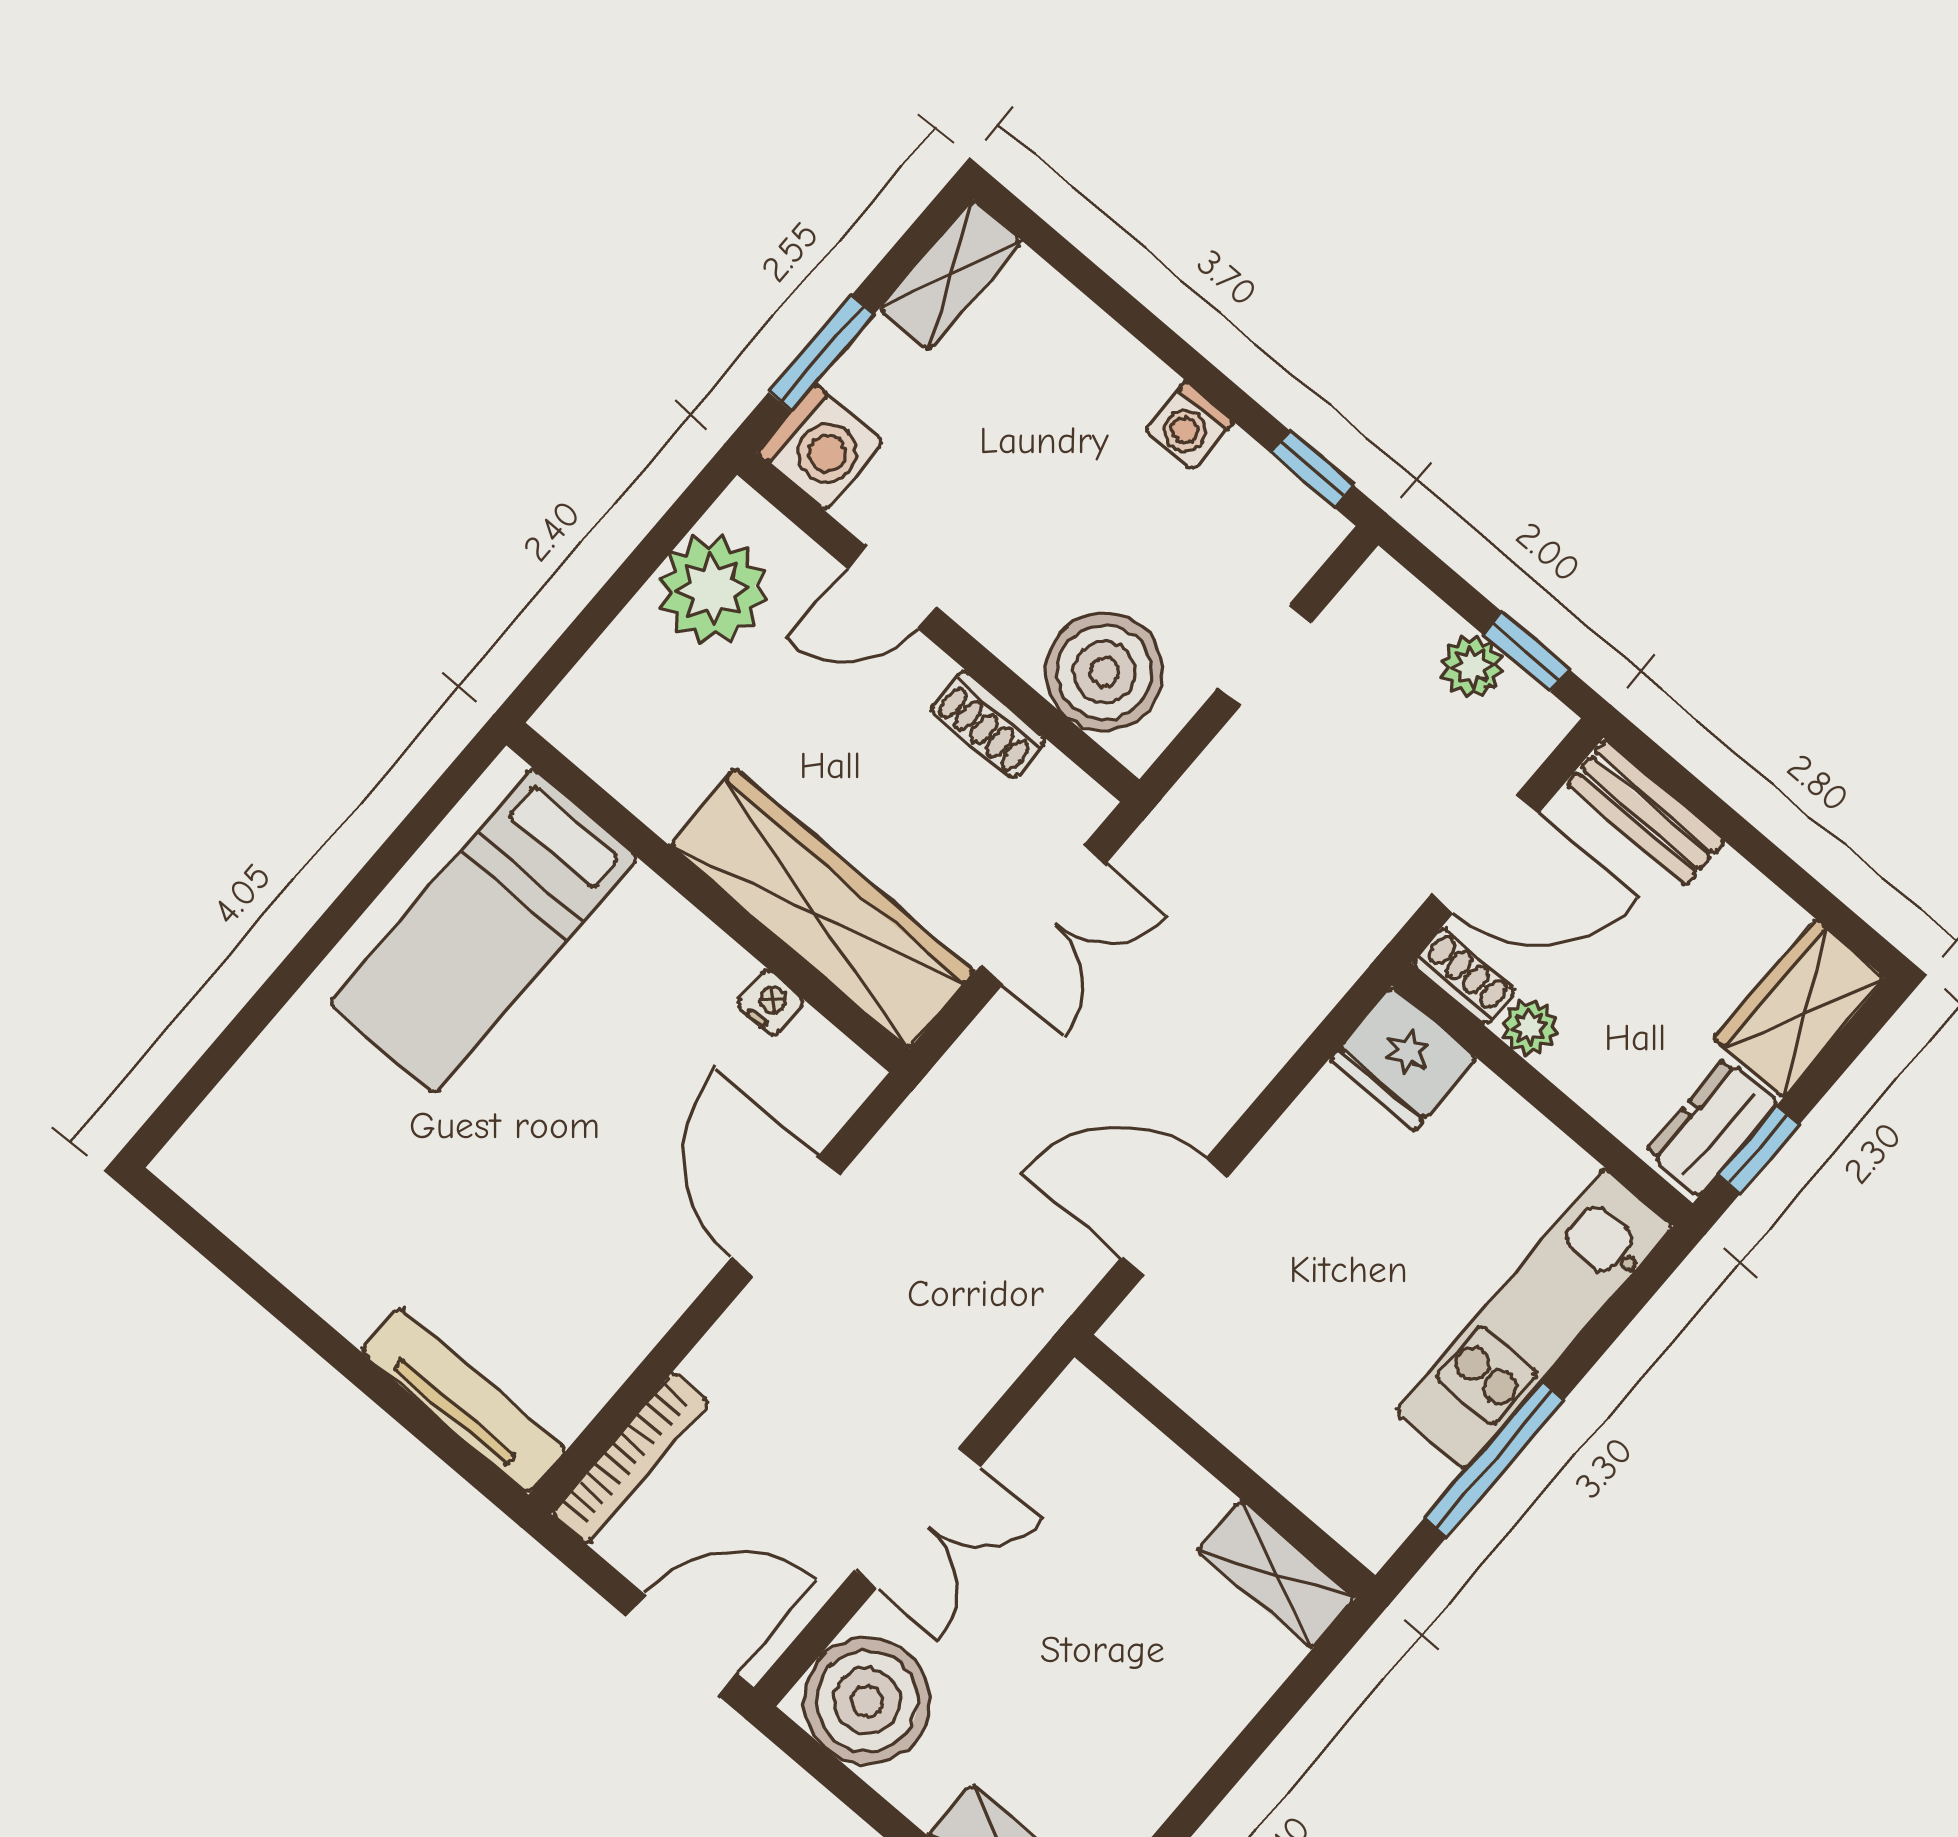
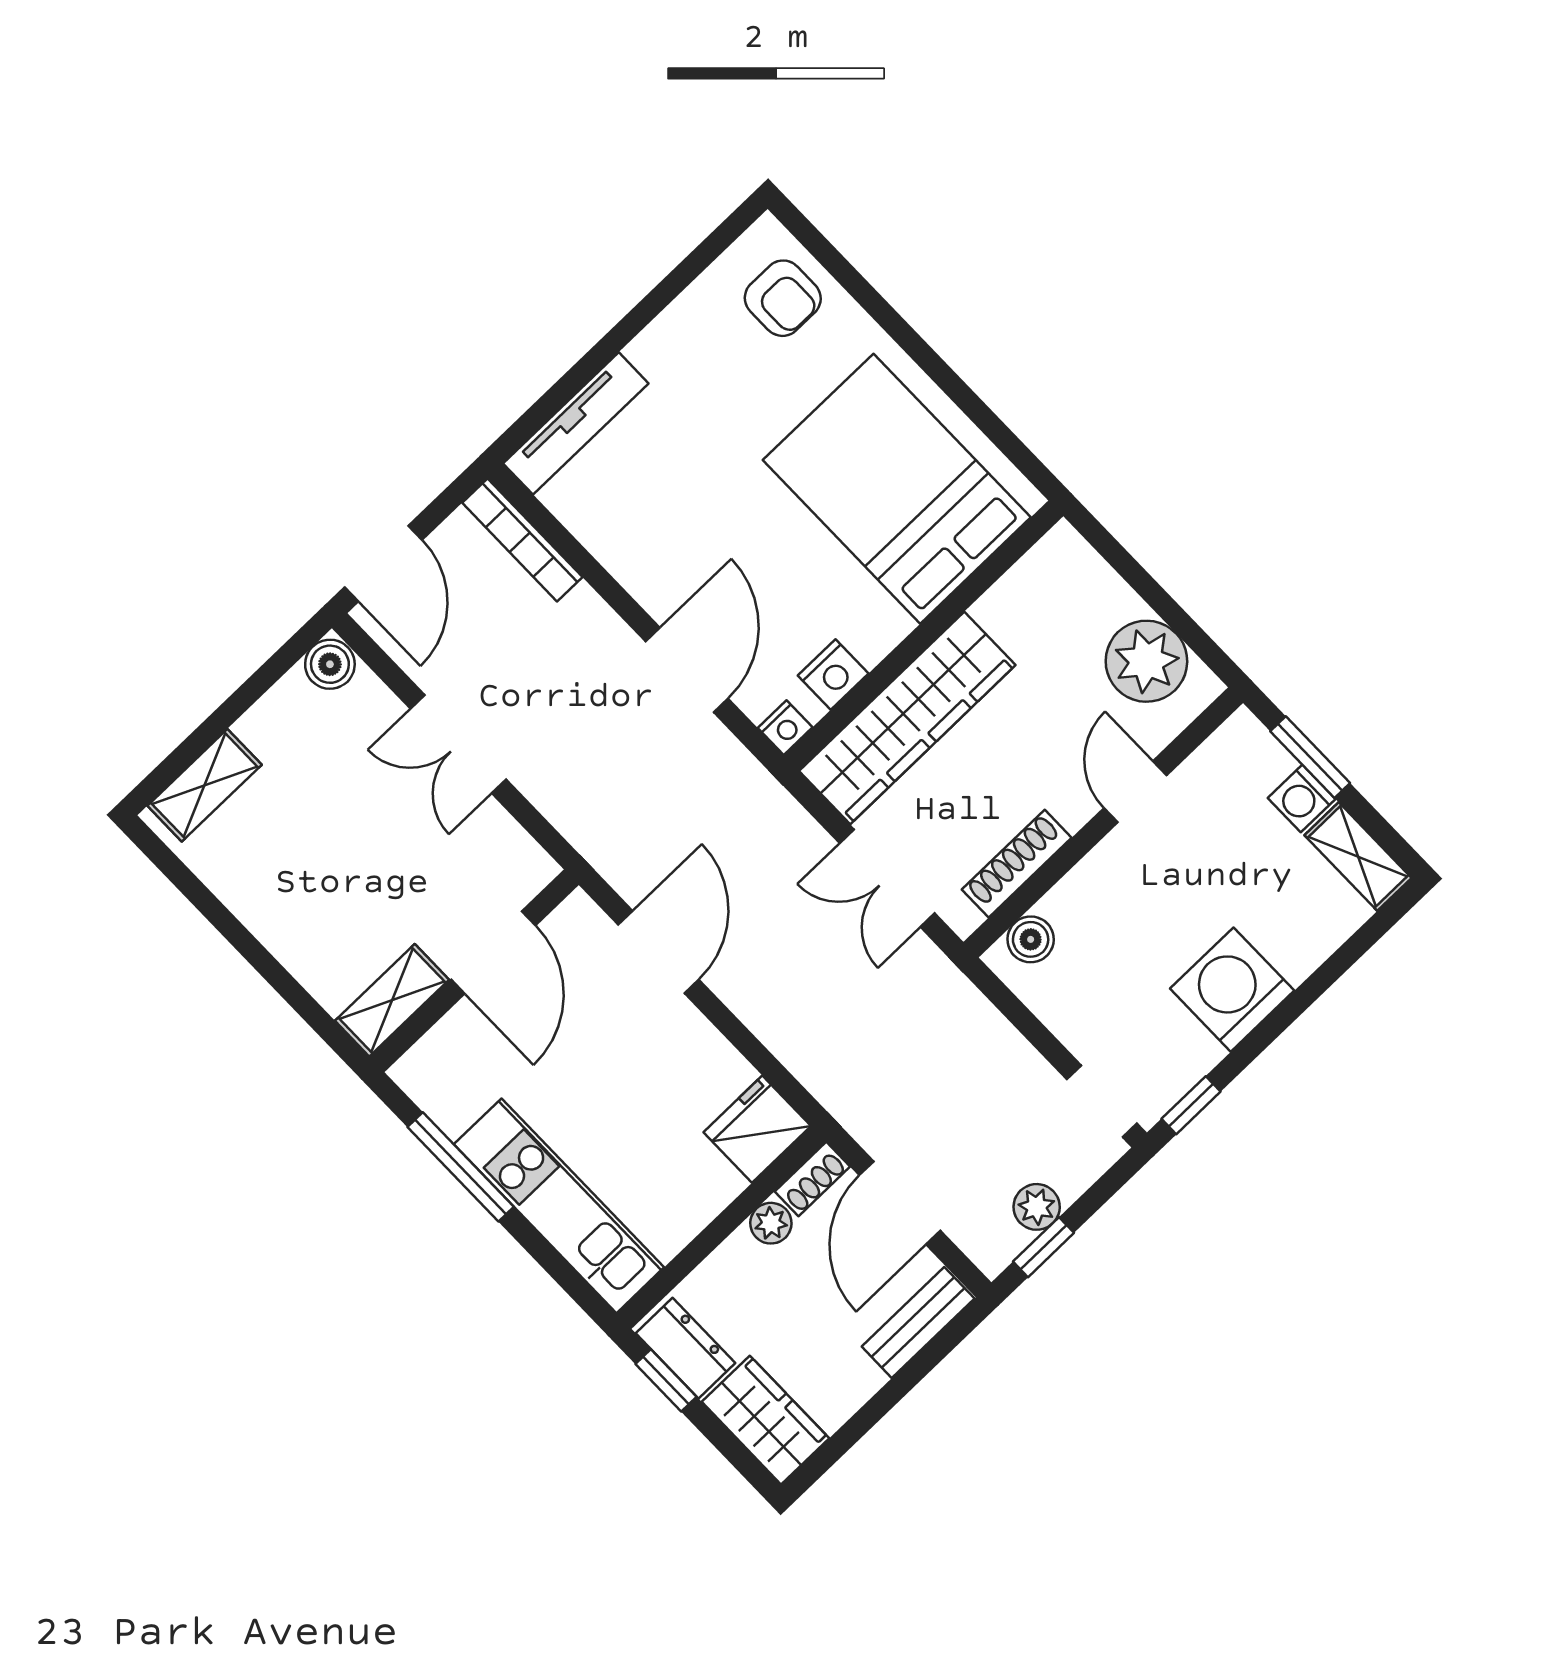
washing machine: (1189, 426) -> (1232, 990), width x1.89, depth x1.89
washing machine: (820, 447) -> (1302, 798), moved, width x0.73, depth x0.73
doorway: (1265, 655) -> (1102, 1101), moved
boiler: (1105, 672) -> (1031, 939), width x0.54, depth x0.54
shoe rack: (988, 724) -> (1017, 864), width x1.43
bed: (483, 931) -> (897, 489), width x1.50
nightstand: (770, 1003) -> (833, 674), width x1.39, depth x1.35
nightstand: (851, 1074) -> (785, 728), added
armchair: (265, 1135) -> (783, 298), added
door: (786, 1216) -> (687, 670), hinge flipped
door: (1197, 1443) -> (493, 952), added
boiler: (867, 1701) -> (330, 664), width x0.54, depth x0.54

